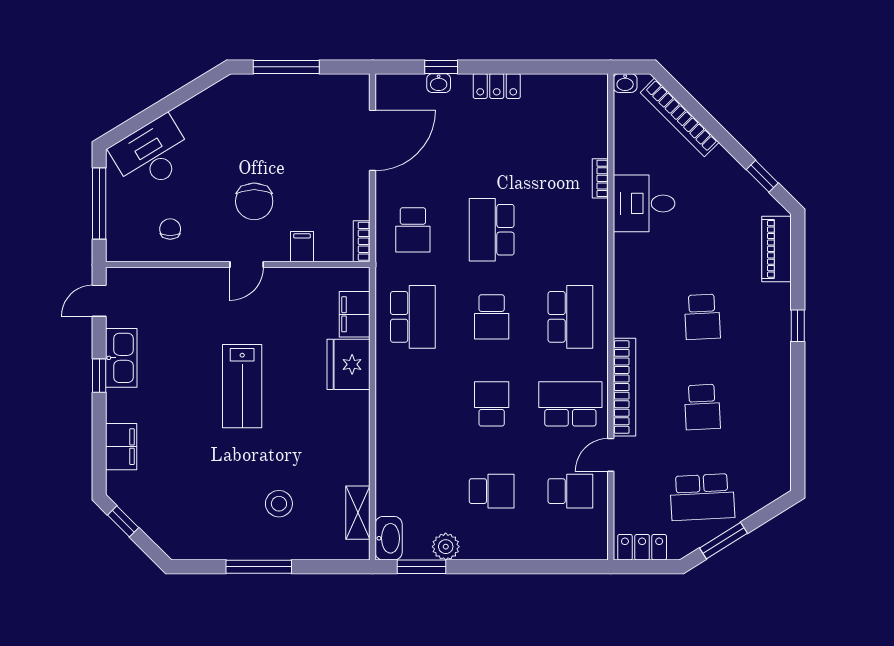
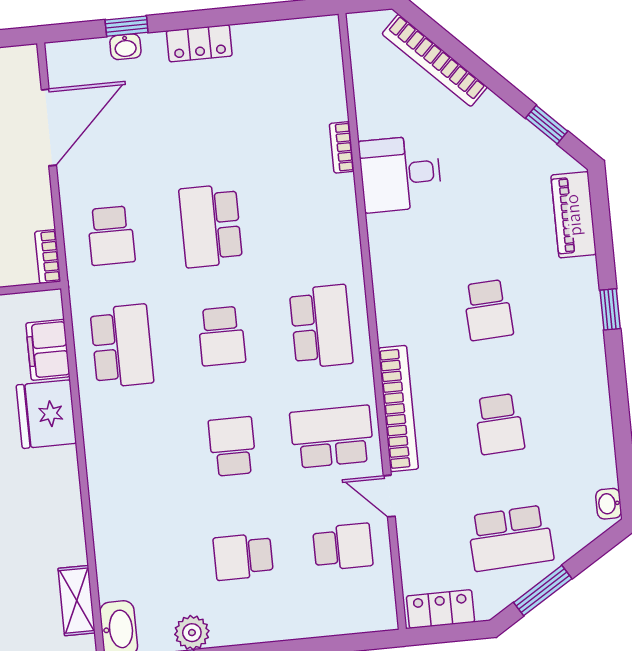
washbasin: (625, 83) -> (609, 504), moved, turned 90
door: (611, 455) -> (389, 496), hinge flipped
school desk: (492, 491) -> (243, 557), turned 180

